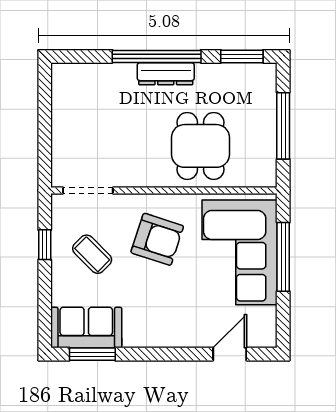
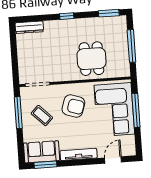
window: (157, 56) -> (67, 16), width x0.32
dresser: (166, 74) -> (29, 27), moved
window: (45, 245) -> (18, 113), width x2.17
tv unit: (161, 338) -> (79, 154), added

